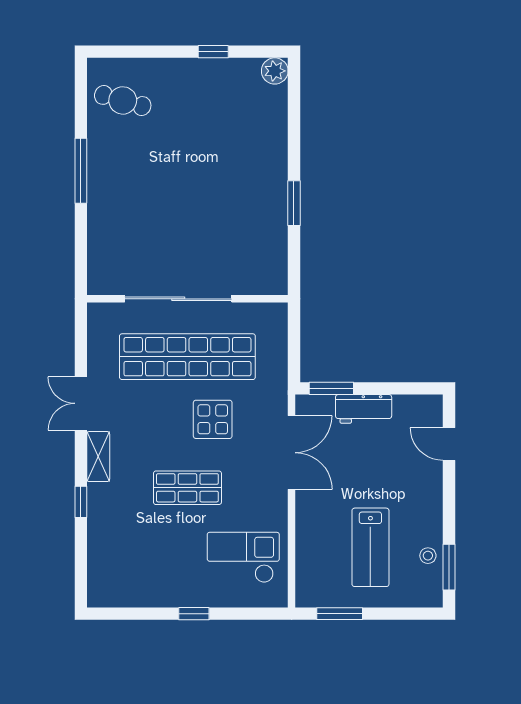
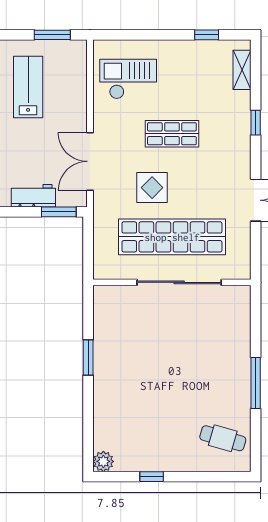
shelving: (98, 457) -> (242, 70), moved
checkout: (243, 557) -> (128, 79), turned 180
window: (194, 614) -> (207, 35), moved

